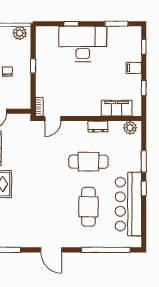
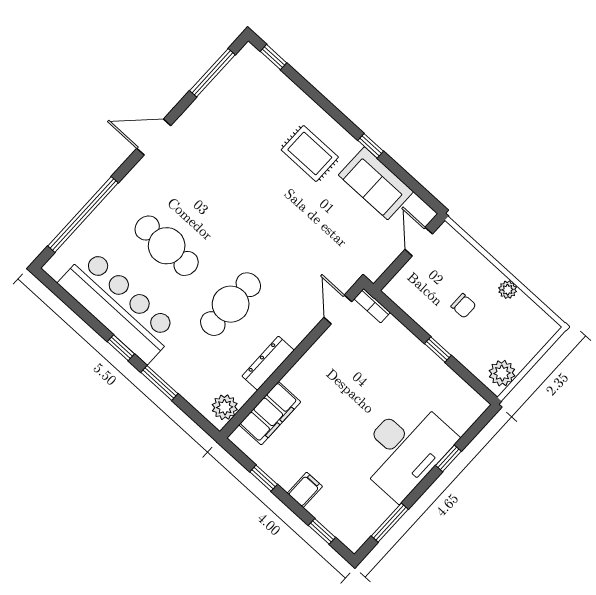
dresser: (98, 127) -> (268, 363), width x1.44

